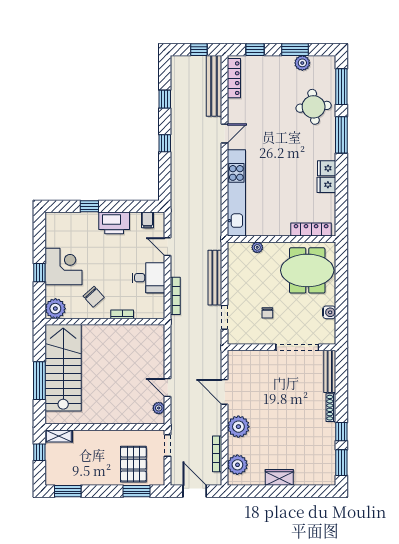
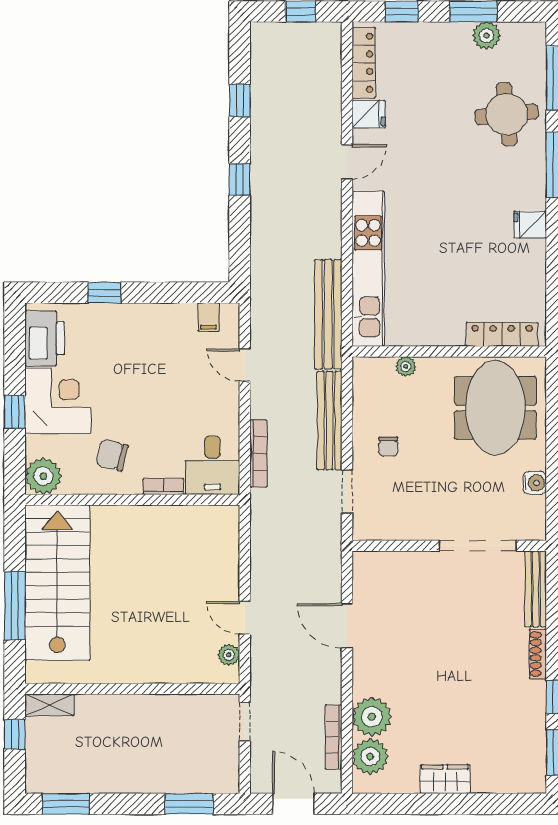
bench: (214, 86) -> (328, 314), moved
fridge: (326, 185) -> (369, 114), moved, turned 180
printer: (114, 223) -> (45, 338), moved, turned -90
meeting table: (307, 270) -> (495, 408), turned 90
desk: (148, 278) -> (212, 465), moved, turned 90
chair: (94, 297) -> (112, 455), turned 146
chair: (267, 313) -> (388, 446), moved
plant: (238, 427) -> (372, 717), moved
pallet: (133, 464) -> (183, 755), removed

